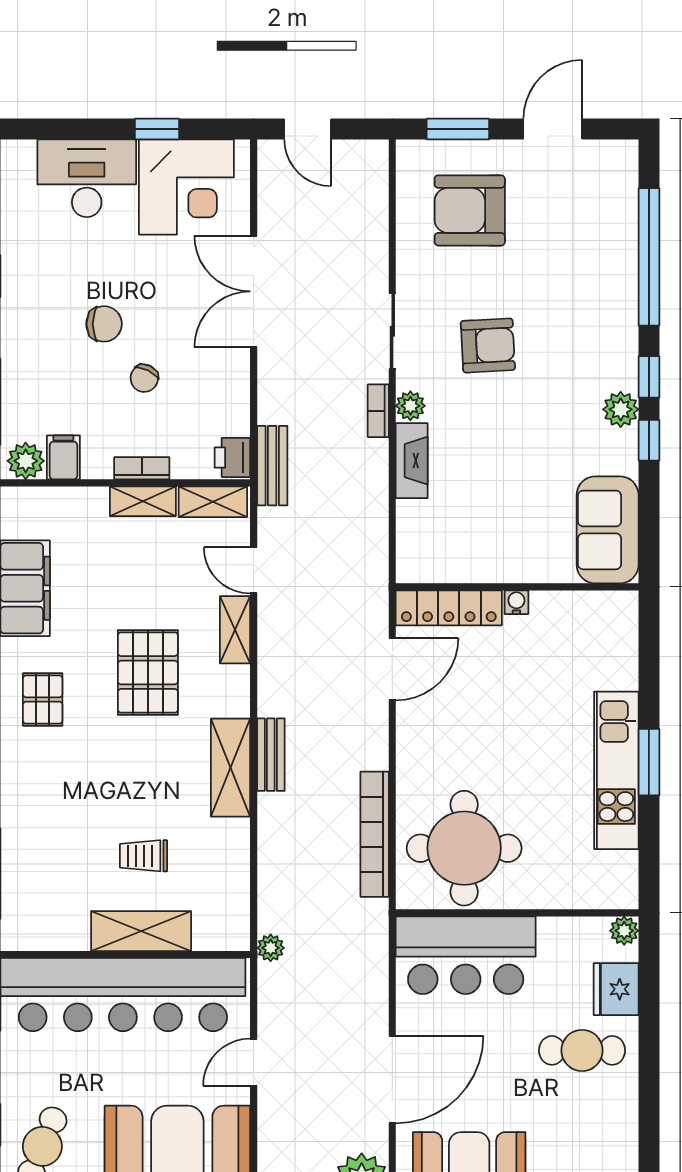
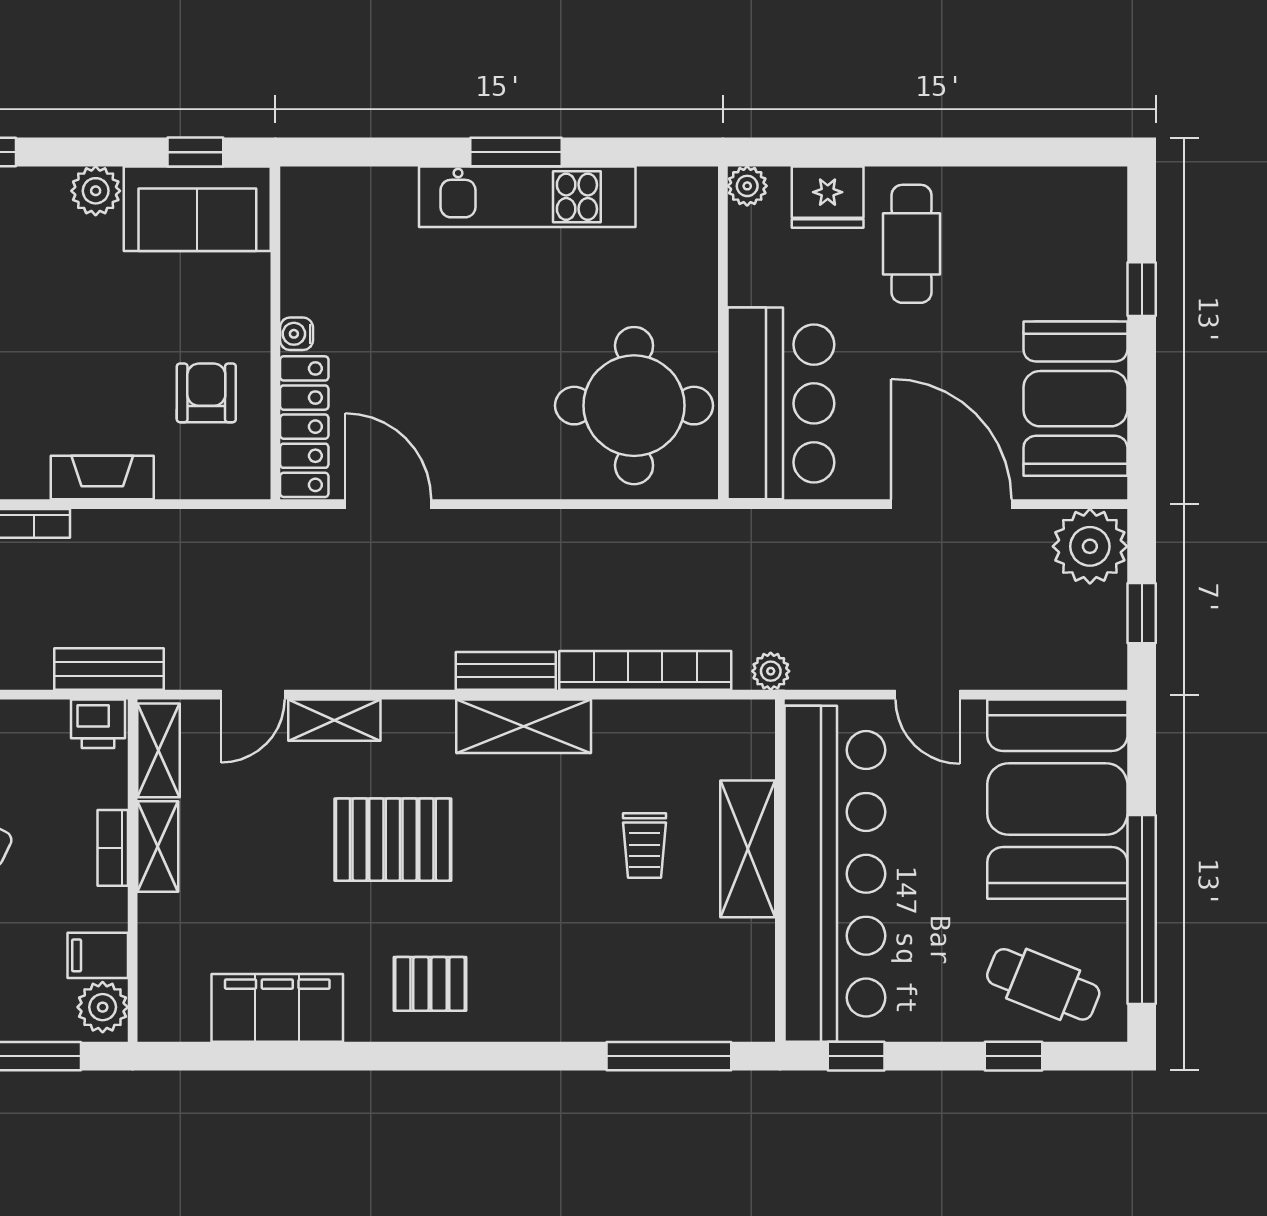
plant: (410, 406) -> (27, 479), removed
plant: (621, 409) -> (96, 191), moved
window: (649, 440) -> (195, 152), moved
armchair: (473, 536) -> (206, 393), added
bookcase: (375, 834) -> (645, 670), moved, turned 180

